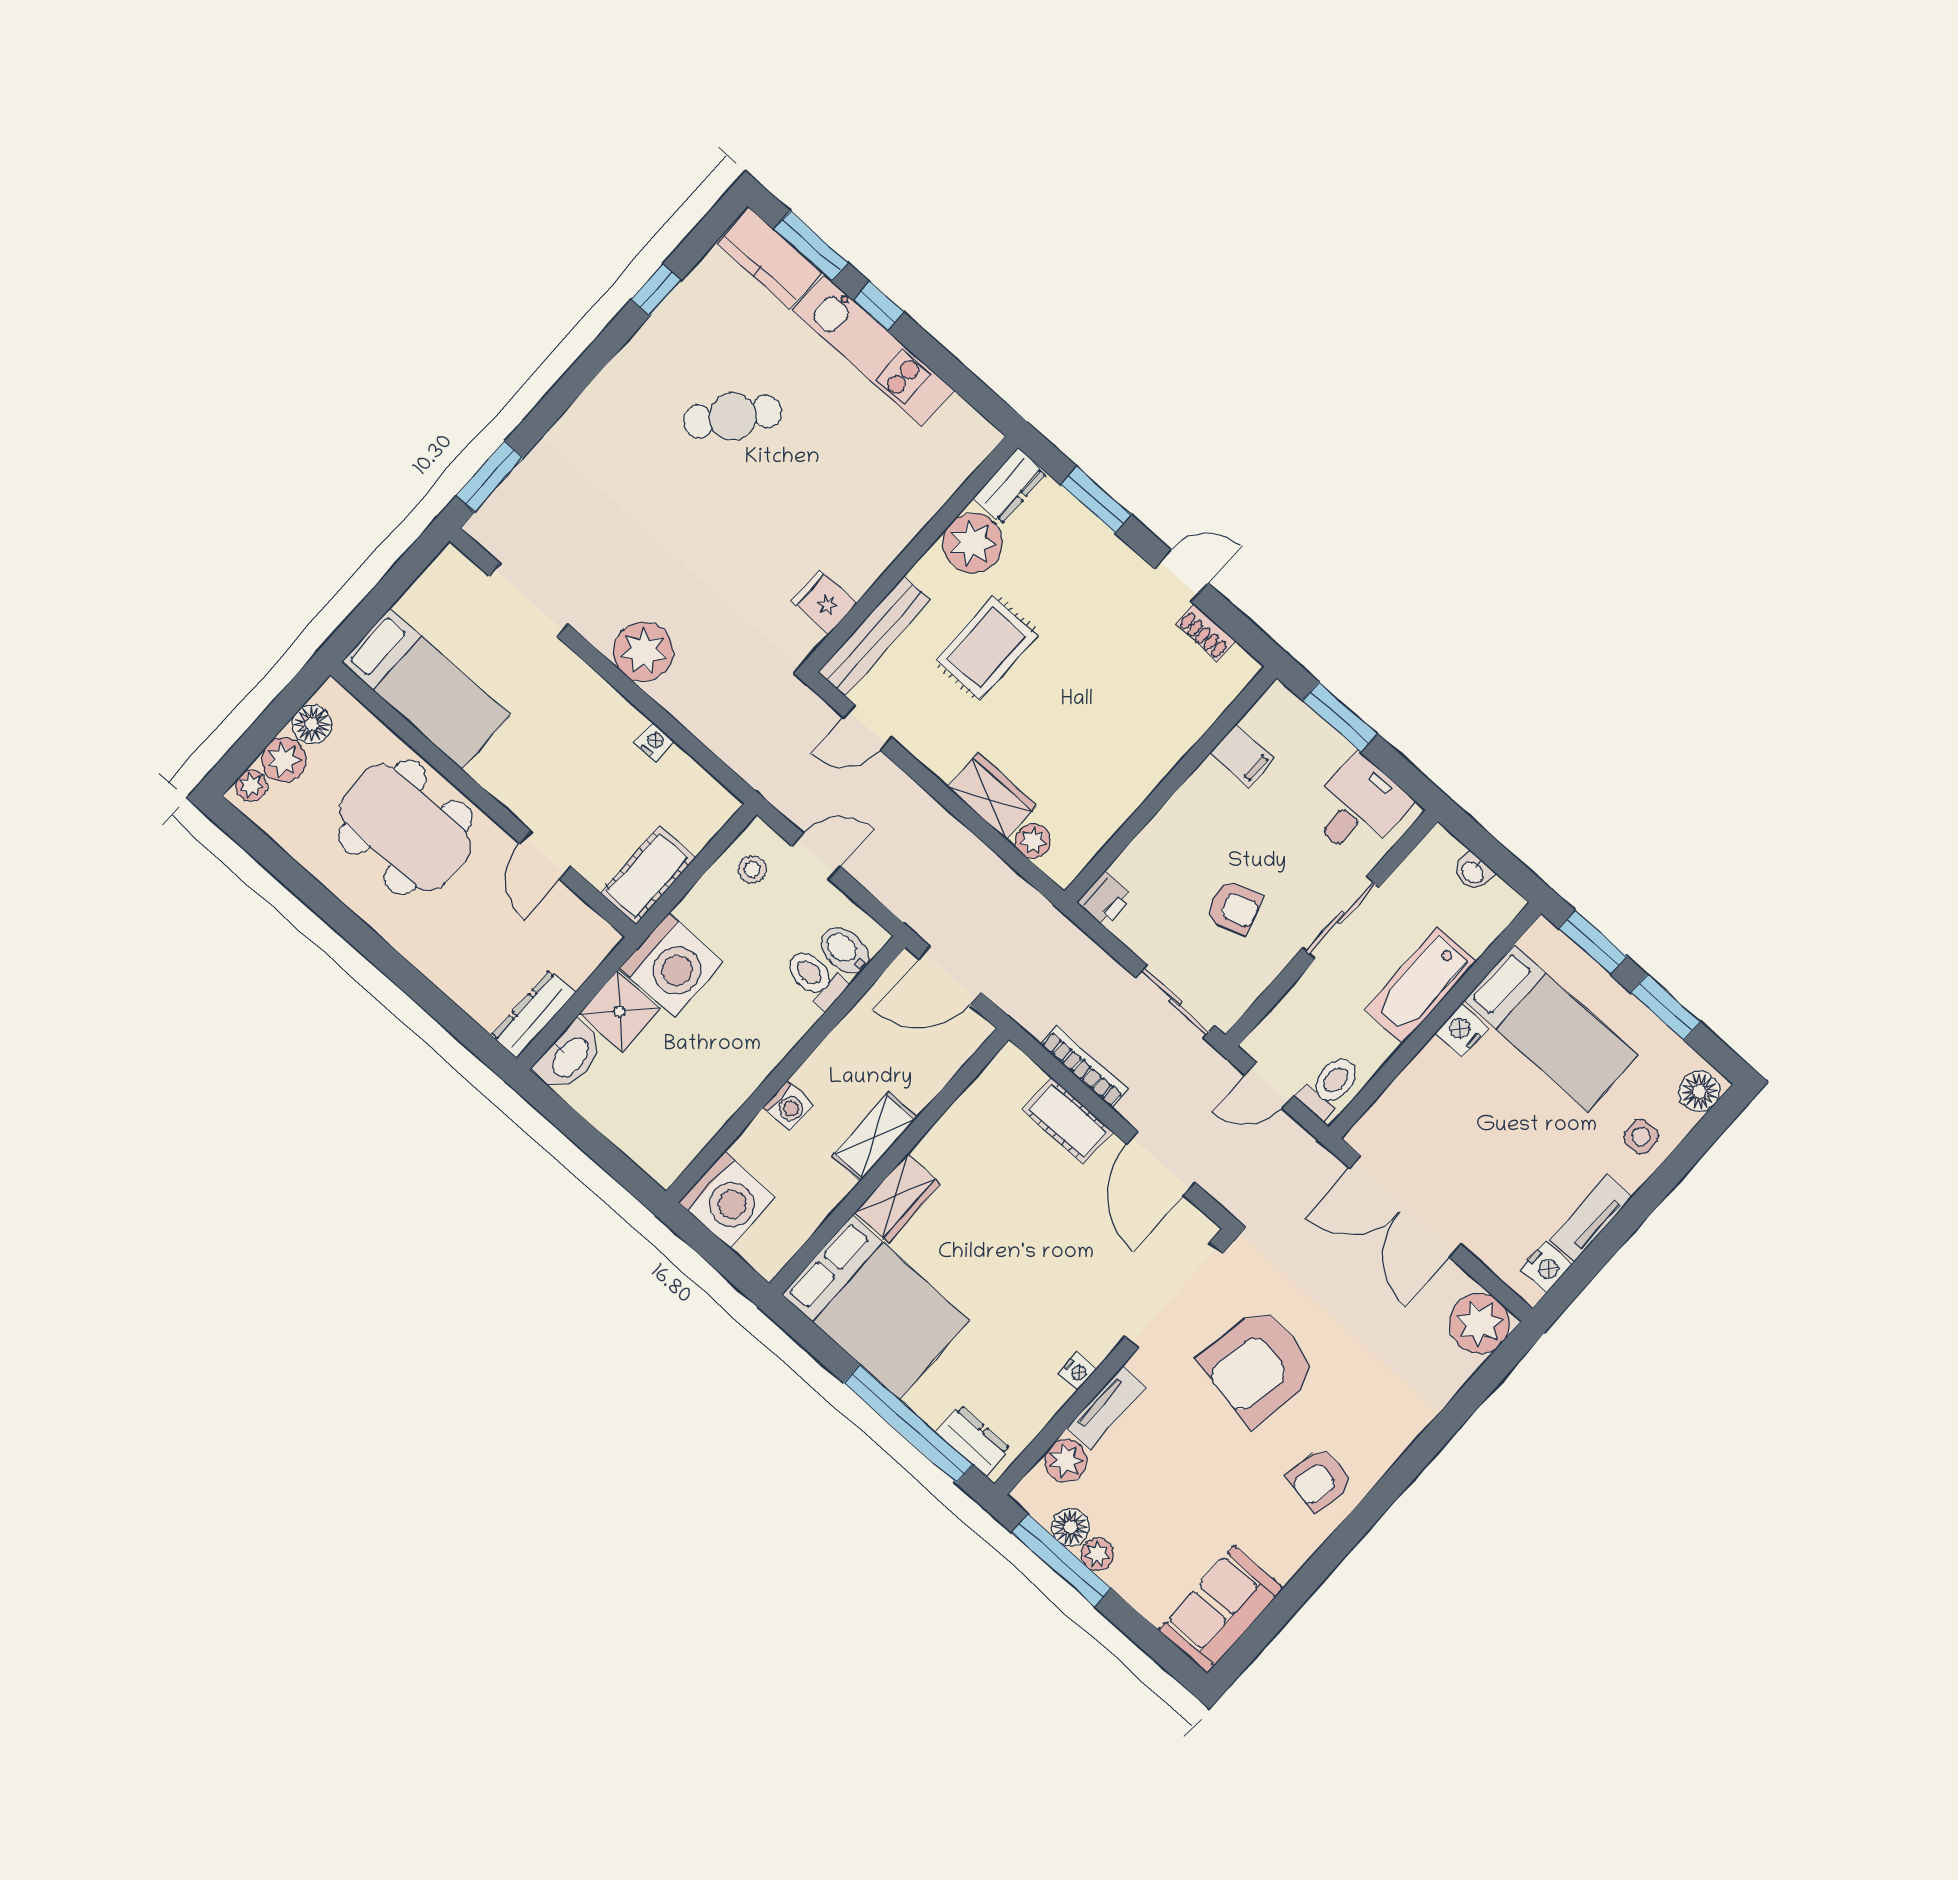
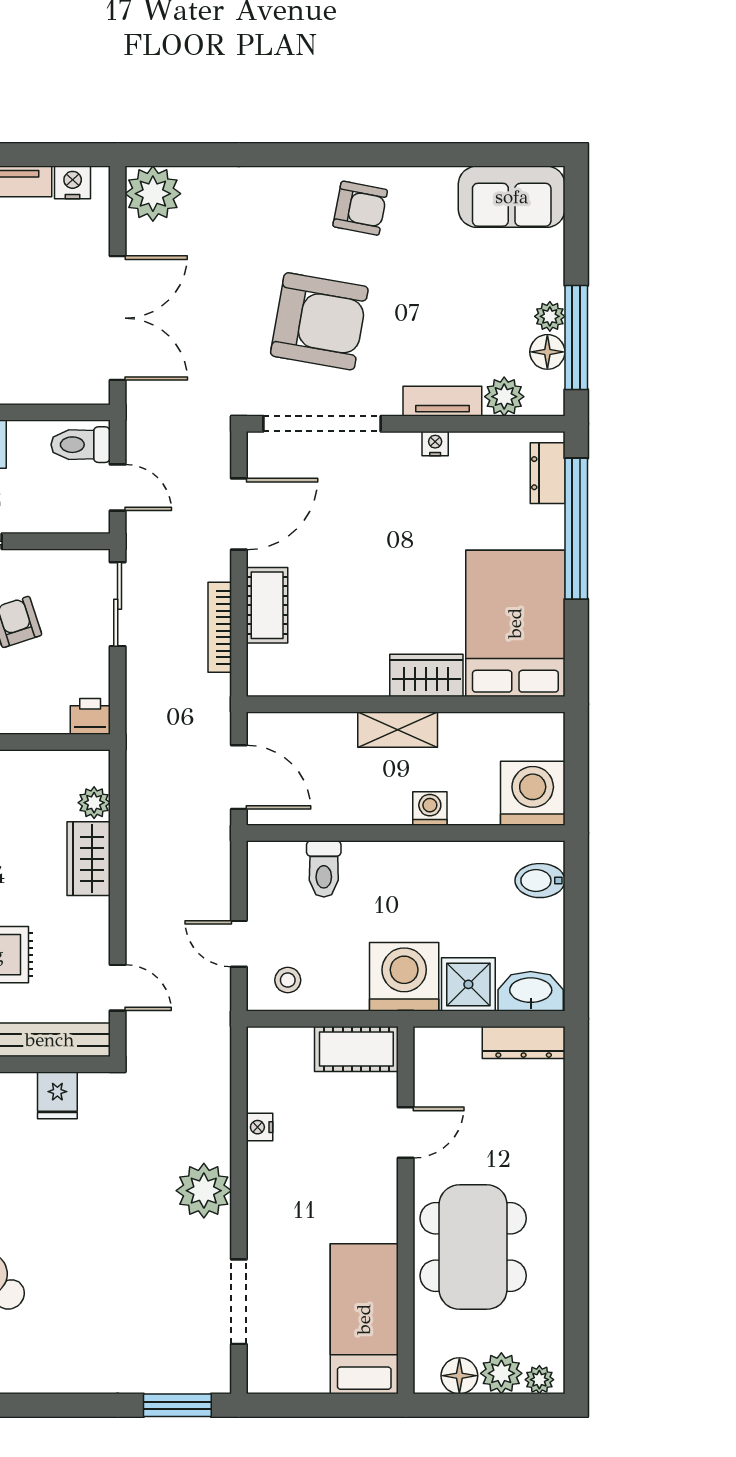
bidet: (845, 950) -> (540, 881), moved, turned 90

